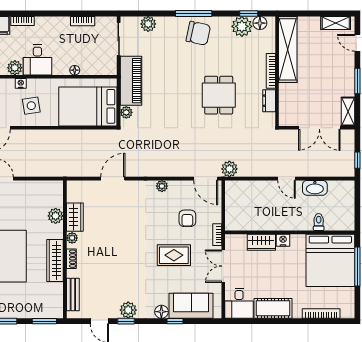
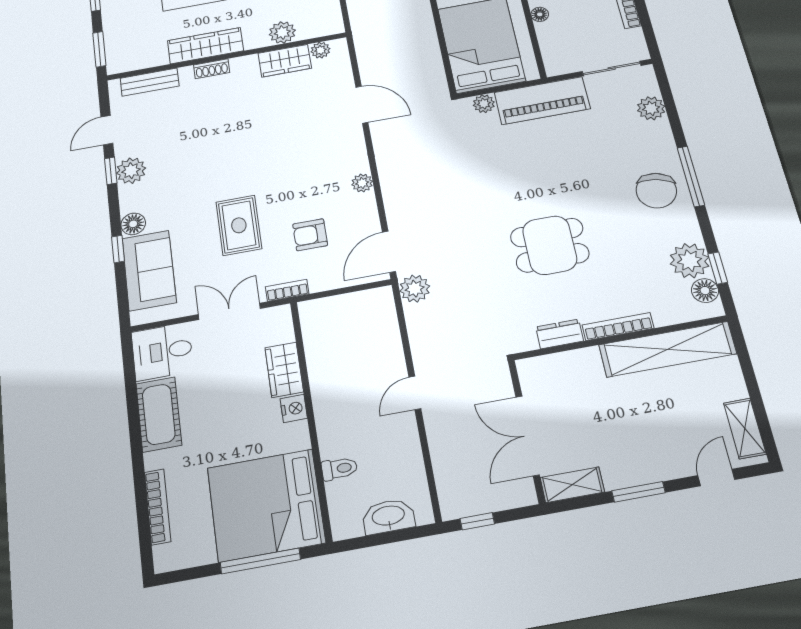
washbasin: (315, 188) -> (388, 516), moved, turned 90
plant: (72, 238) -> (320, 50), moved

